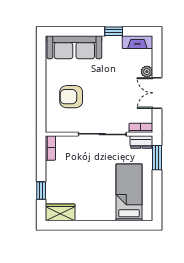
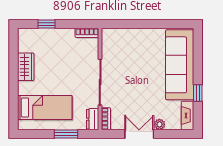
sofa: (74, 47) -> (180, 65), width x1.36, depth x1.27
armchair: (71, 97) -> (136, 53), removed
window: (157, 158) -> (66, 134), moved
wardrobe: (60, 212) -> (26, 67), moved

